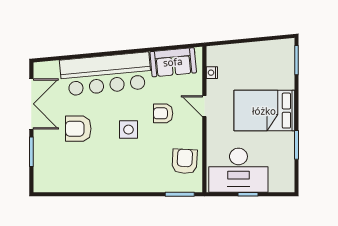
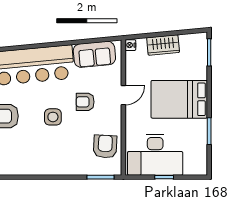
wardrobe: (247, 52) -> (163, 45), added
nightstand: (212, 73) -> (130, 45), moved
door: (204, 106) -> (123, 95), swing flipped

